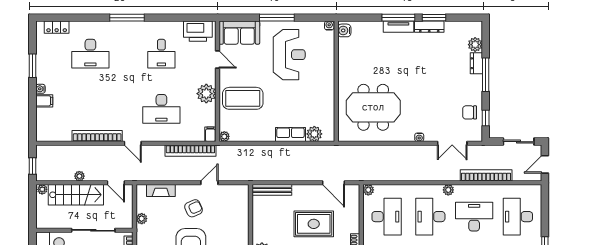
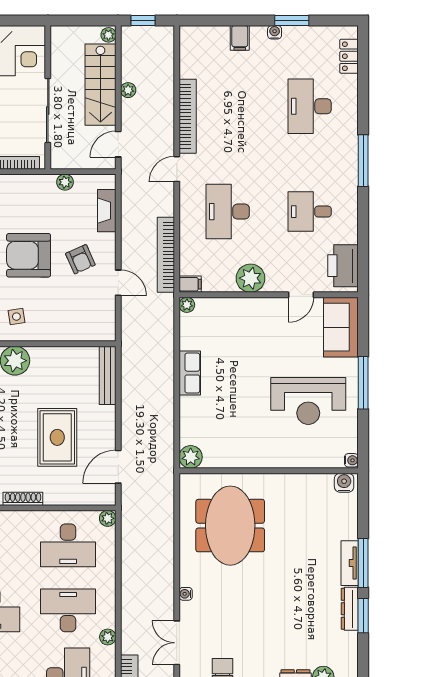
water cooler: (40, 89) -> (275, 32), moved
coffee table: (243, 98) -> (243, 332), removed
plant: (314, 134) -> (191, 457), moved
row of seats: (291, 135) -> (190, 373), moved

